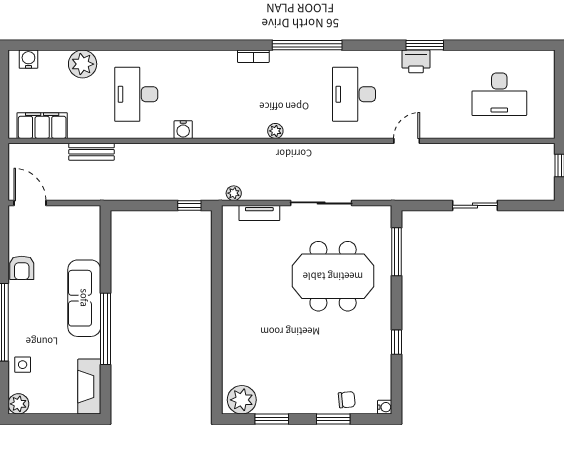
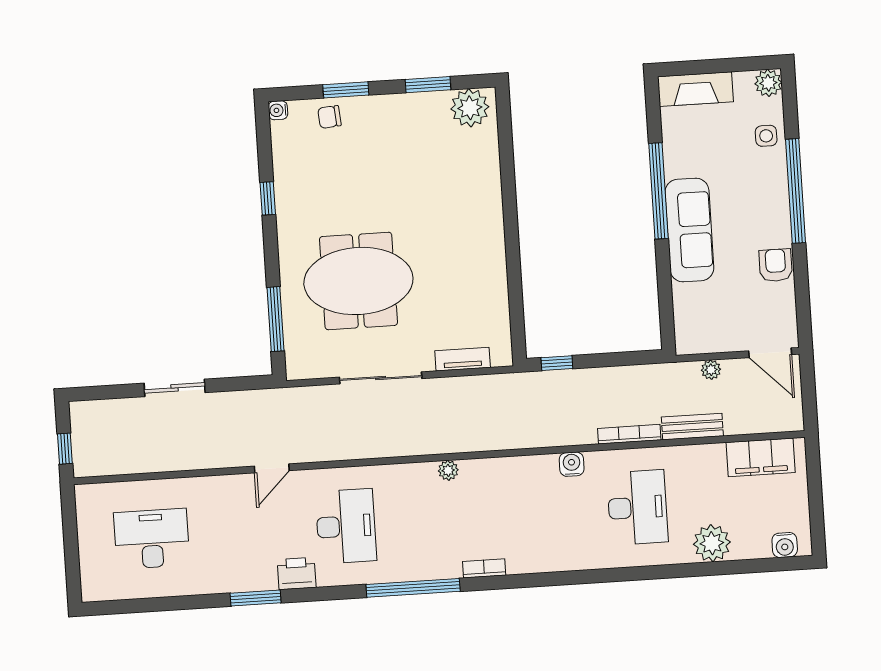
printer: (416, 61) -> (297, 574), moved
bookcase: (139, 149) -> (629, 434), added
plant: (234, 193) -> (711, 370), moved
fireplace: (89, 387) -> (695, 89), moved, turned 90

